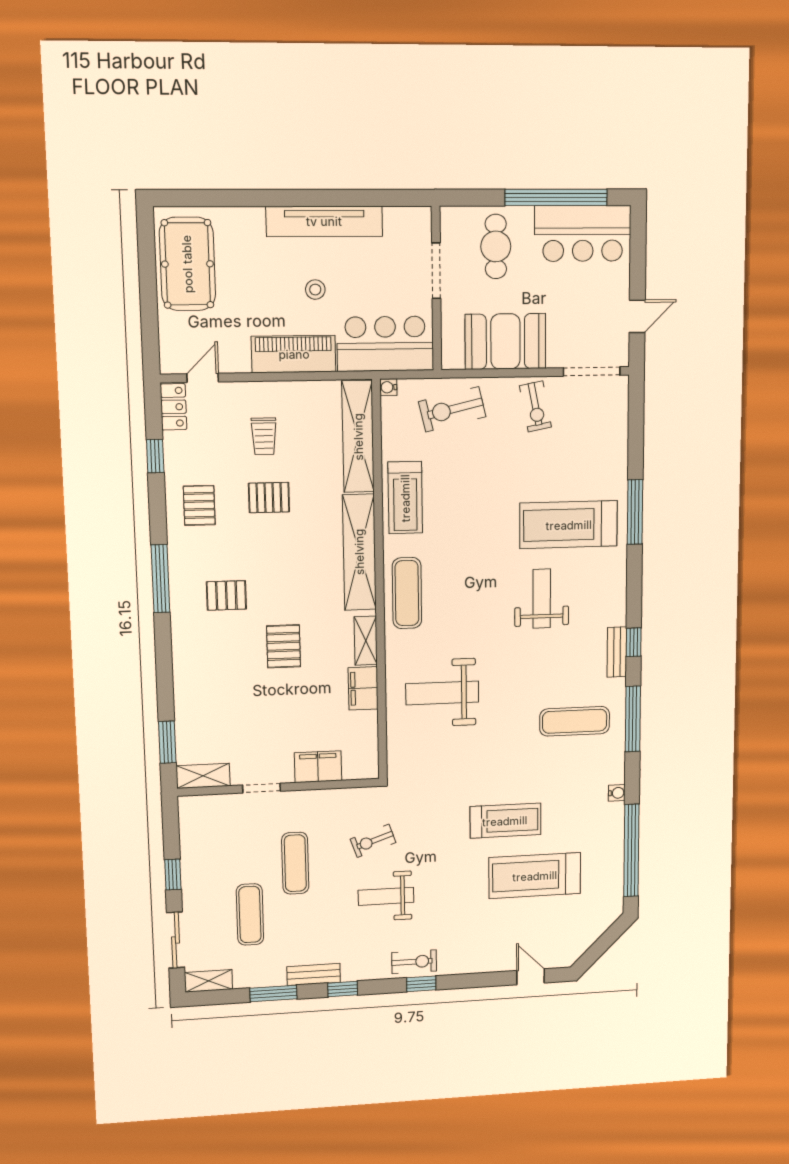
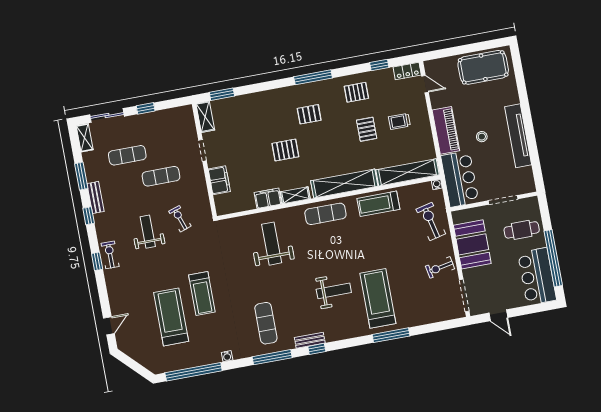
pallet: (226, 595) -> (309, 114), turned 90
exercise bike: (414, 962) -> (110, 255), turned 180

